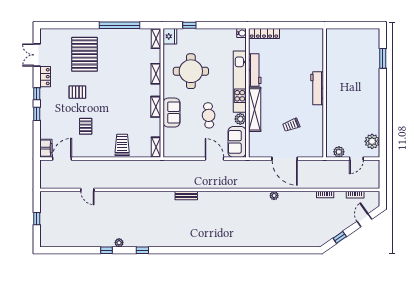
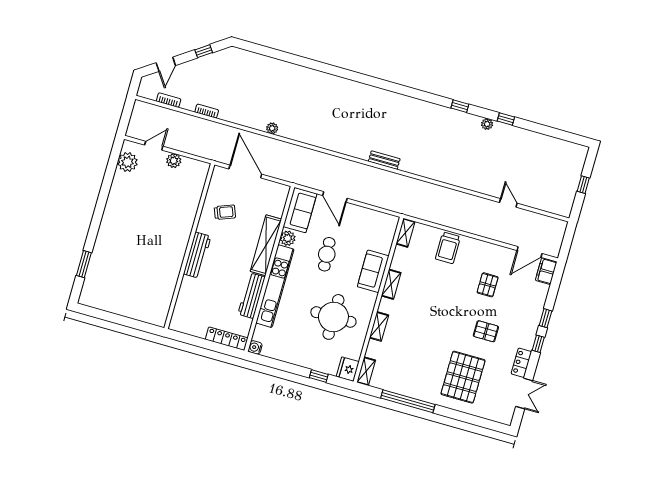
workbench: (317, 88) -> (197, 255), moved
wall: (325, 93) -> (189, 246), moved

